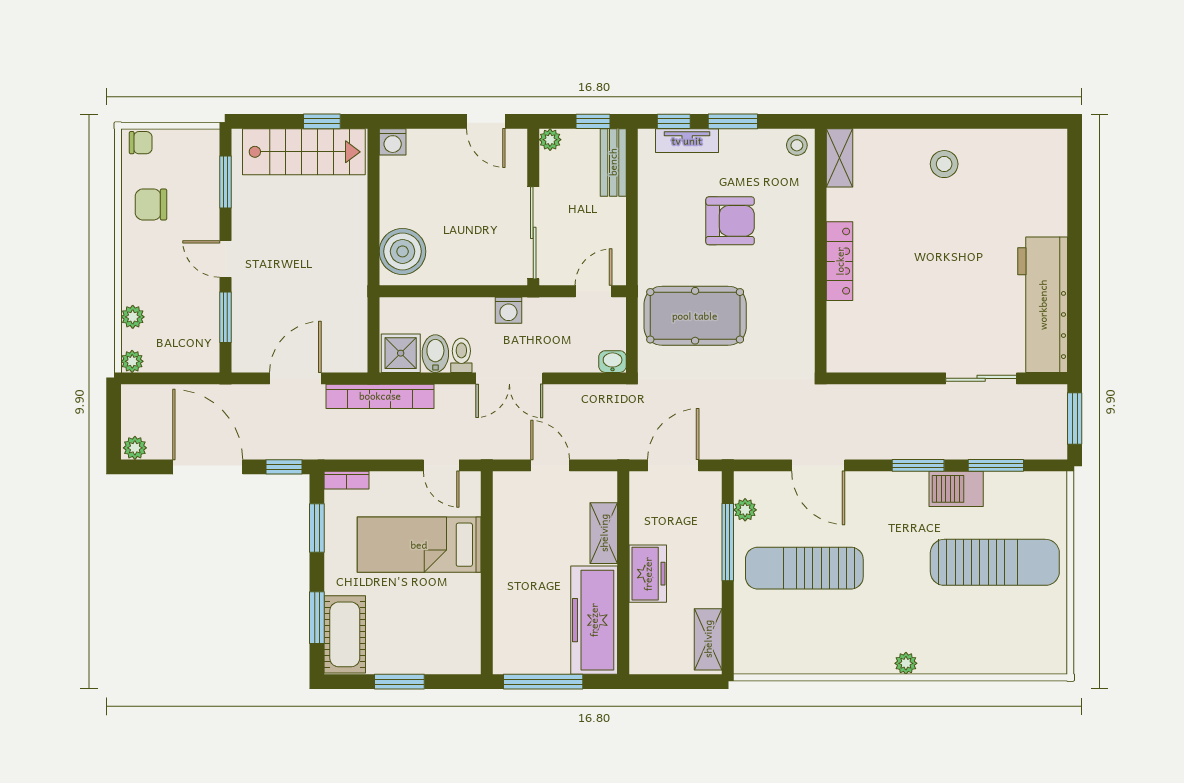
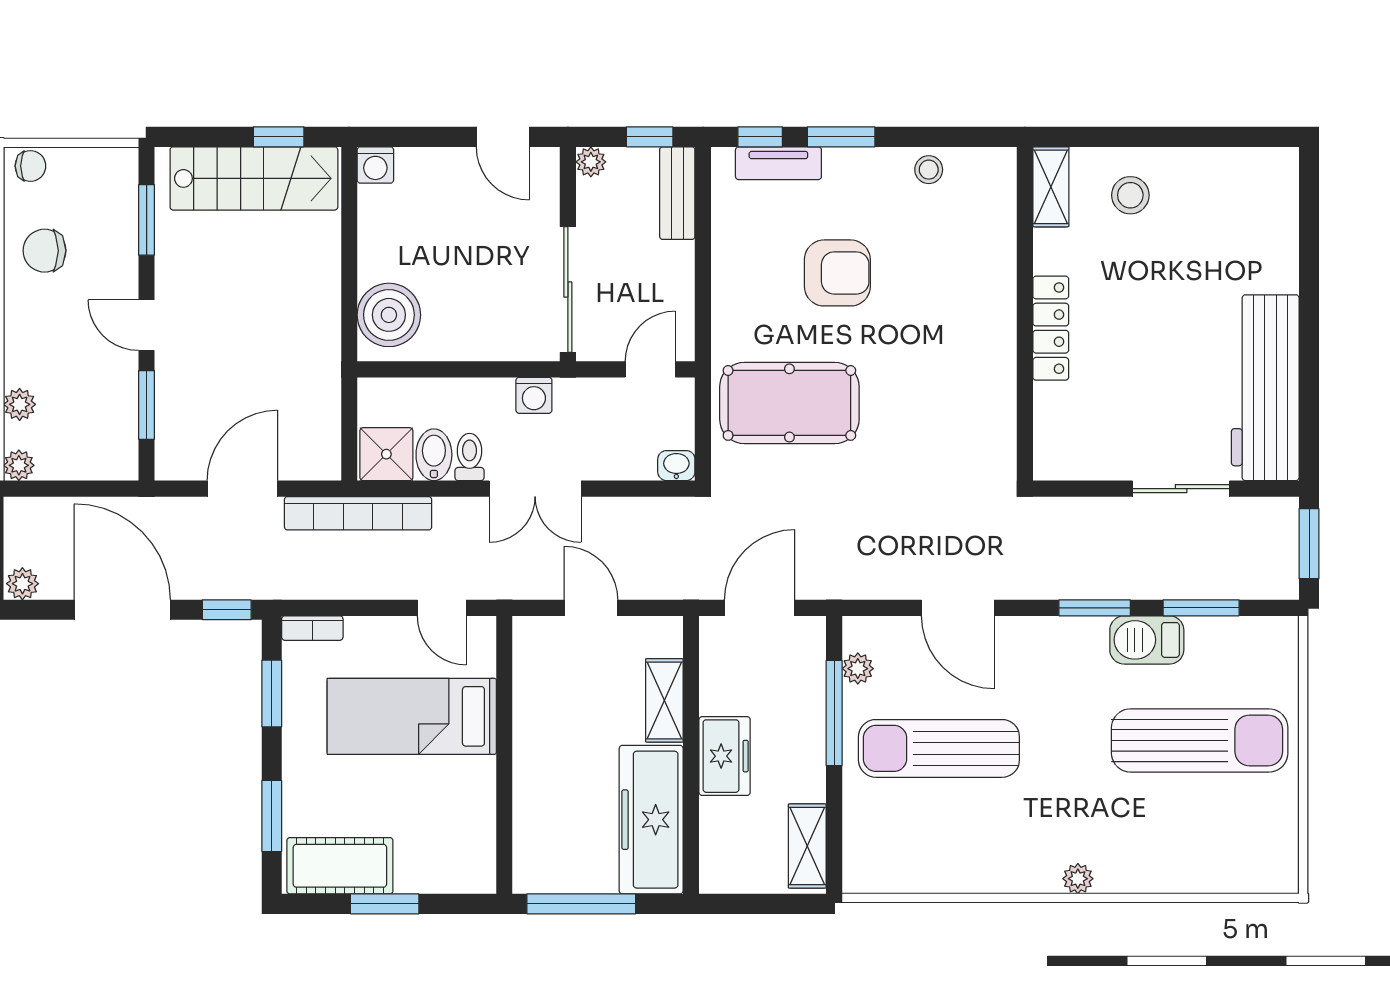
shelving: (840, 158) -> (1051, 187), moved
wall: (821, 251) -> (1025, 314), moved
locker: (840, 261) -> (1051, 328), moved
cot: (345, 634) -> (340, 866), moved, turned 90

